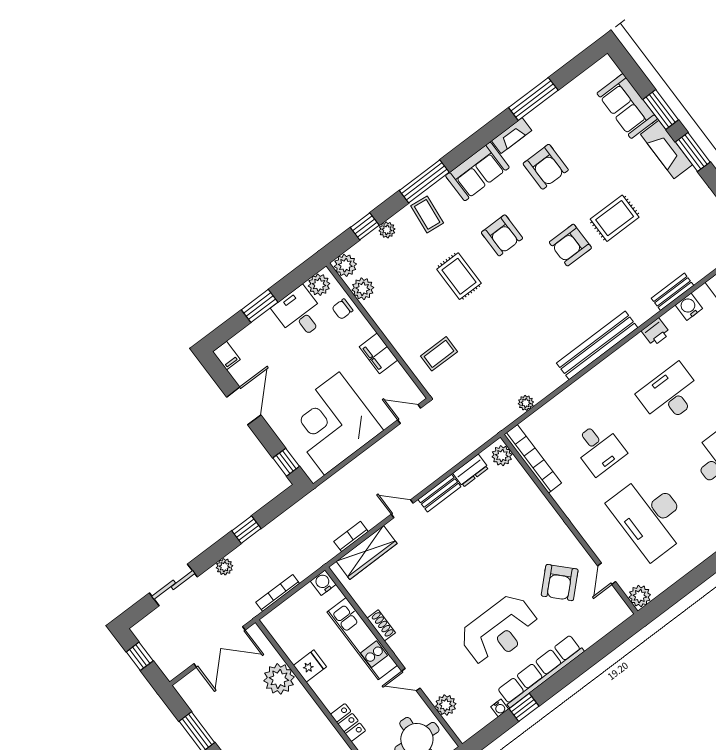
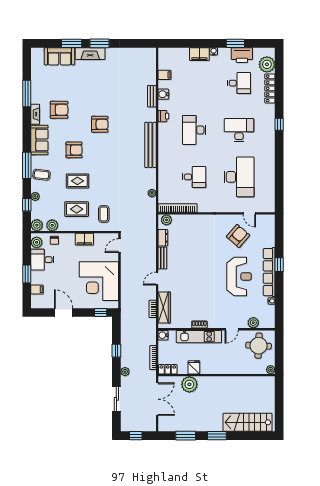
rug: (615, 218) -> (77, 209), moved, turned 90
armchair: (570, 245) -> (100, 124), turned -90
filing cabinet: (226, 356) -> (37, 289), moved
desk: (650, 516) -> (239, 177), turned -90
armchair: (560, 583) -> (238, 236), turned -95
plant: (640, 596) -> (269, 207), removed
window: (524, 707) -> (279, 265), moved
locker: (348, 723) -> (168, 369), moved

